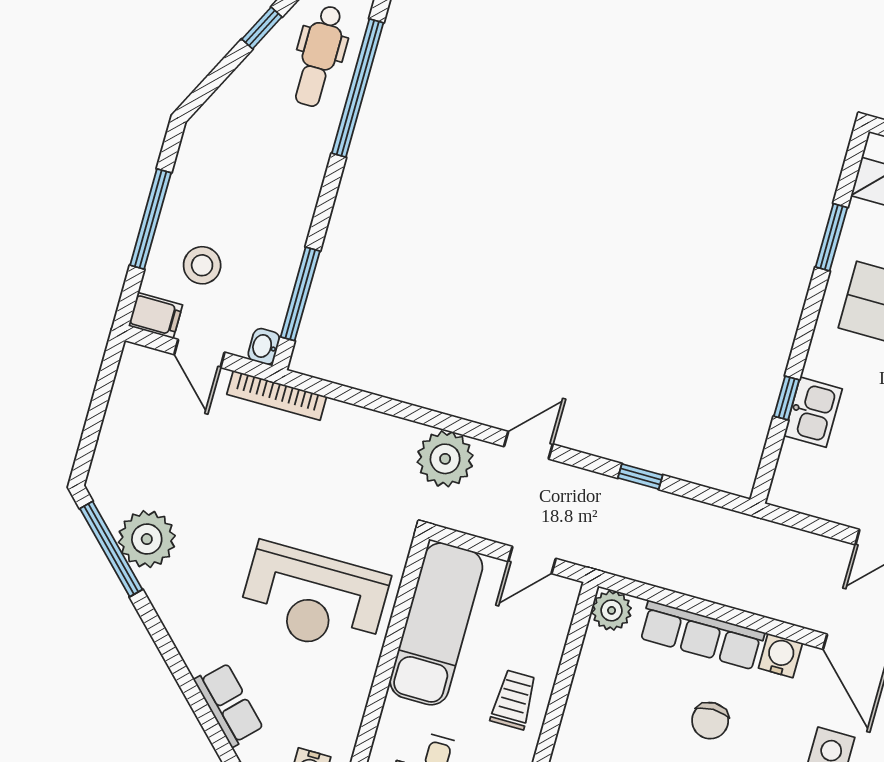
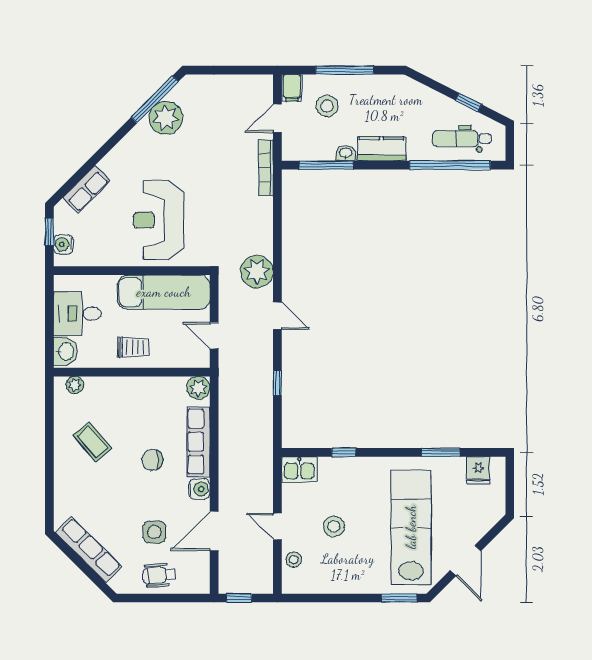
kitchen counter: (299, 195) -> (381, 149), added
washbasin: (264, 346) -> (346, 153), moved
kitchen sink: (813, 412) -> (299, 469), moved

